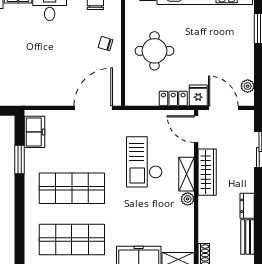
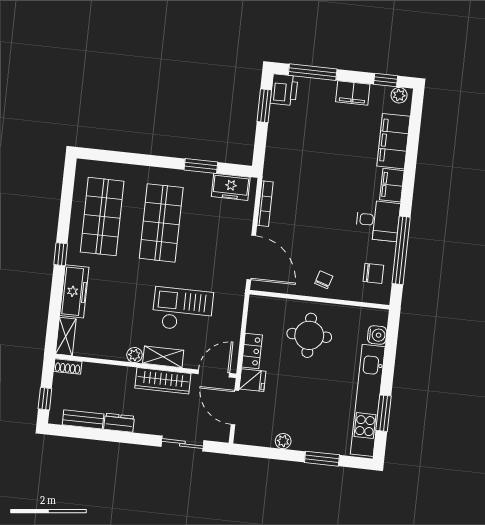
plant: (248, 86) -> (283, 441), moved
bookcase: (46, 101) -> (265, 204), added
door: (223, 108) -> (235, 408), swing flipped

